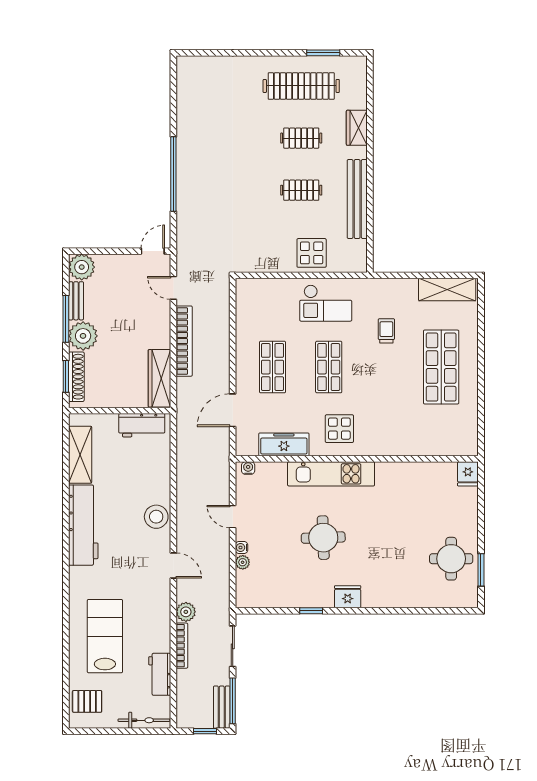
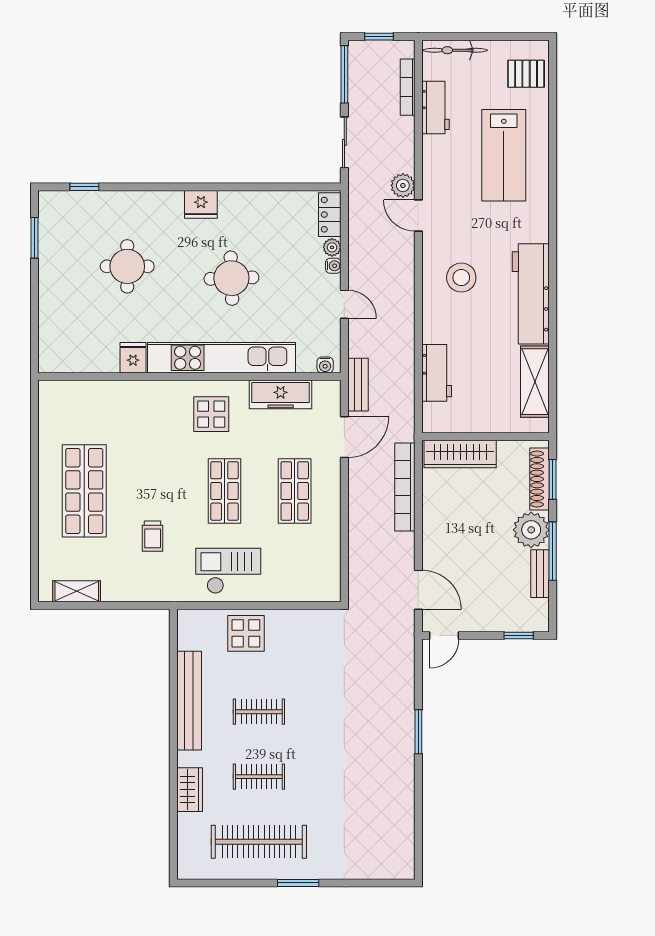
window: (323, 53) -> (298, 883), moved
window: (173, 174) -> (418, 732), width x0.47
window: (93, 251) -> (519, 636), added
plant: (82, 267) -> (533, 616), removed
door: (173, 288) -> (418, 590), width x1.38
shelving: (447, 289) -> (77, 591), width x0.67, depth x0.75
bookcase: (184, 341) -> (405, 487), moved
wardrobe: (159, 378) -> (460, 454), moved, turned 90
workbench: (142, 425) -> (437, 373), moved, turned 90
kitchen unit: (331, 474) -> (222, 358), width x1.36
fridge: (468, 474) -> (133, 358), moved
stool: (156, 517) -> (461, 278), moved
round table: (451, 559) -> (127, 266), moved
door: (173, 566) -> (418, 216), moved
locker: (244, 589) -> (330, 215), added
window: (311, 611) -> (84, 187), moved
bookcase: (182, 646) -> (408, 87), moved
bench: (222, 707) -> (358, 385), moved

